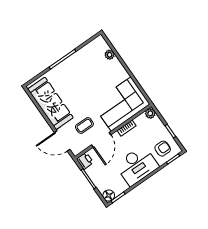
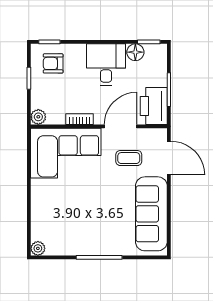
plant: (110, 55) -> (38, 248), moved
printer: (85, 161) -> (154, 106), width x1.87, depth x1.48
desk: (137, 166) -> (106, 65), width x0.73
floor lamp: (109, 195) -> (135, 52), moved

